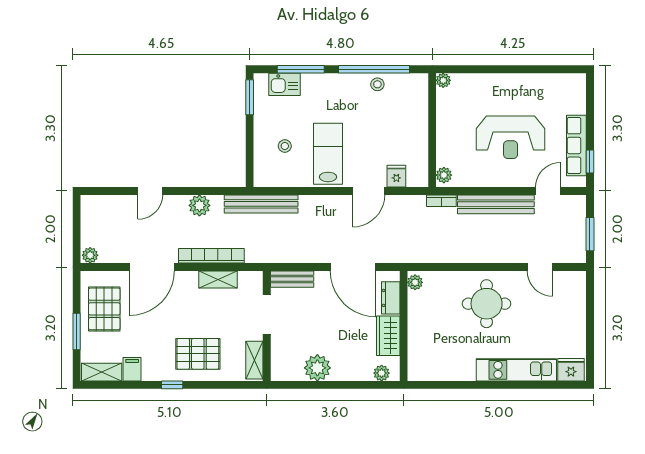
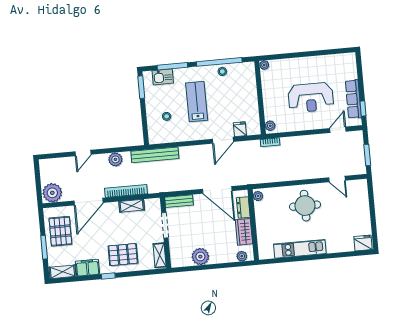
lab bench: (328, 154) -> (197, 102), moved
bench: (496, 204) -> (305, 141), removed
plant: (90, 255) -> (52, 193), width x1.87, depth x1.87
filing cabinet: (132, 369) -> (87, 268), width x2.00
kitchen unit: (516, 370) -> (300, 249), moved

